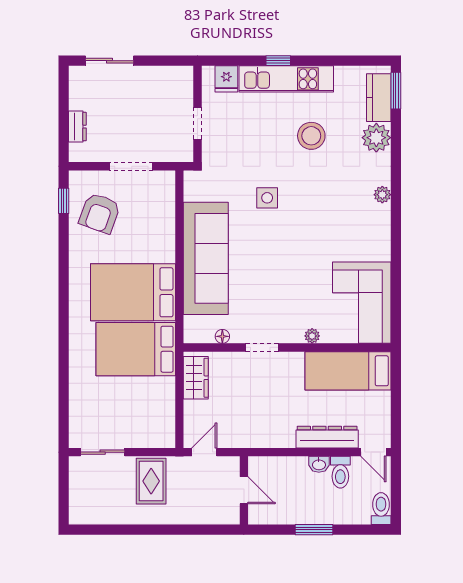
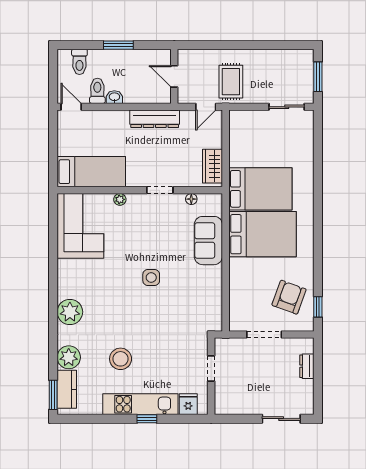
plant: (382, 195) -> (70, 312), width x1.88, depth x1.88
side table: (267, 198) -> (151, 278), moved
sofa: (206, 258) -> (208, 241), width x0.54, depth x0.79
dresser: (327, 437) -> (155, 119), moved
rug: (151, 481) -> (231, 82), moved
window: (64, 490) -> (318, 77), added
toilet: (381, 509) -> (79, 62), moved

